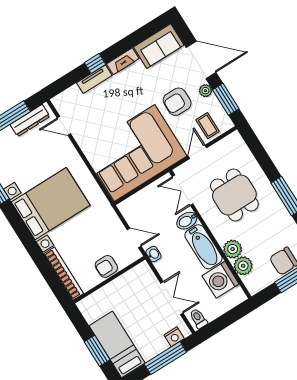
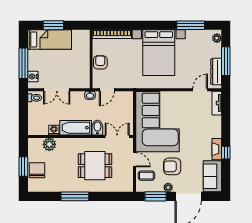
window: (95, 64) -> (226, 153), moved
tv unit: (94, 79) -> (217, 103), moved
armchair: (177, 102) -> (172, 166), turned -90
plant: (233, 249) -> (63, 144), removed
washing machine: (221, 280) -> (54, 130), width x0.53, depth x0.53

